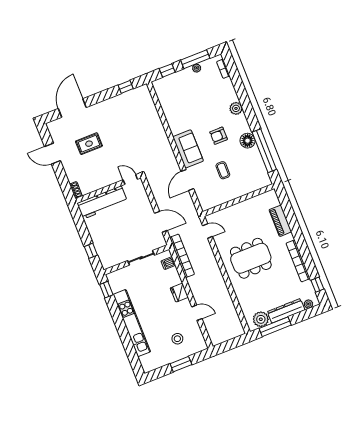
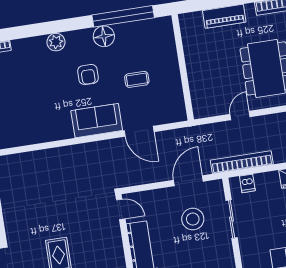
door: (130, 179) -> (121, 209), swing flipped
stool: (135, 231) -> (193, 219), added
door: (208, 231) -> (240, 116), moved

